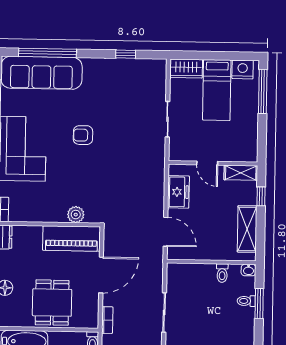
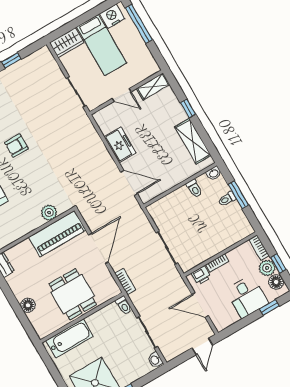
door: (207, 163) -> (122, 95), moved
wall: (213, 163) -> (126, 92), moved
shelving: (241, 173) -> (153, 87), moved

